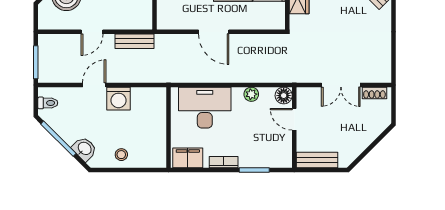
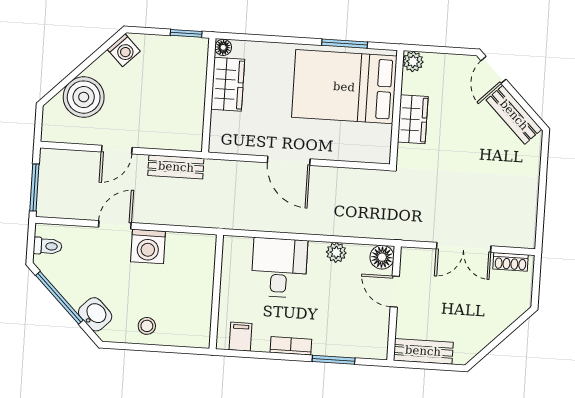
desk: (205, 108) -> (279, 268), width x0.73
filing cabinet: (188, 158) -> (241, 337), width x0.50

